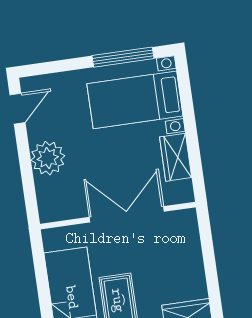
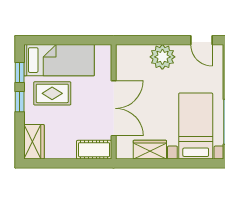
cot: (186, 233) -> (94, 150), added

